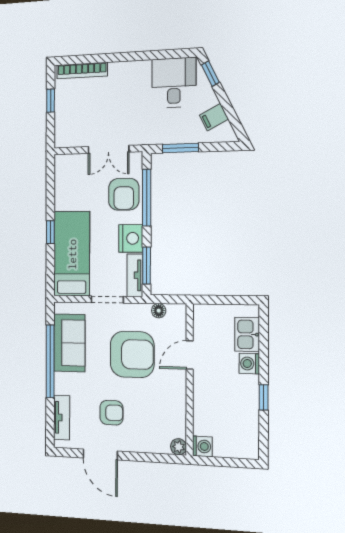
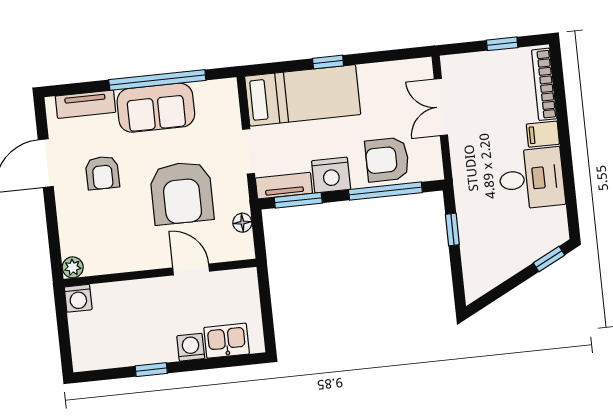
desk: (174, 83) -> (532, 179), moved
filing cabinet: (214, 117) -> (543, 134), moved, turned -63
window: (180, 148) -> (452, 229), width x0.67
double door: (109, 149) -> (441, 107), moved
sofa: (69, 343) -> (156, 108), moved

